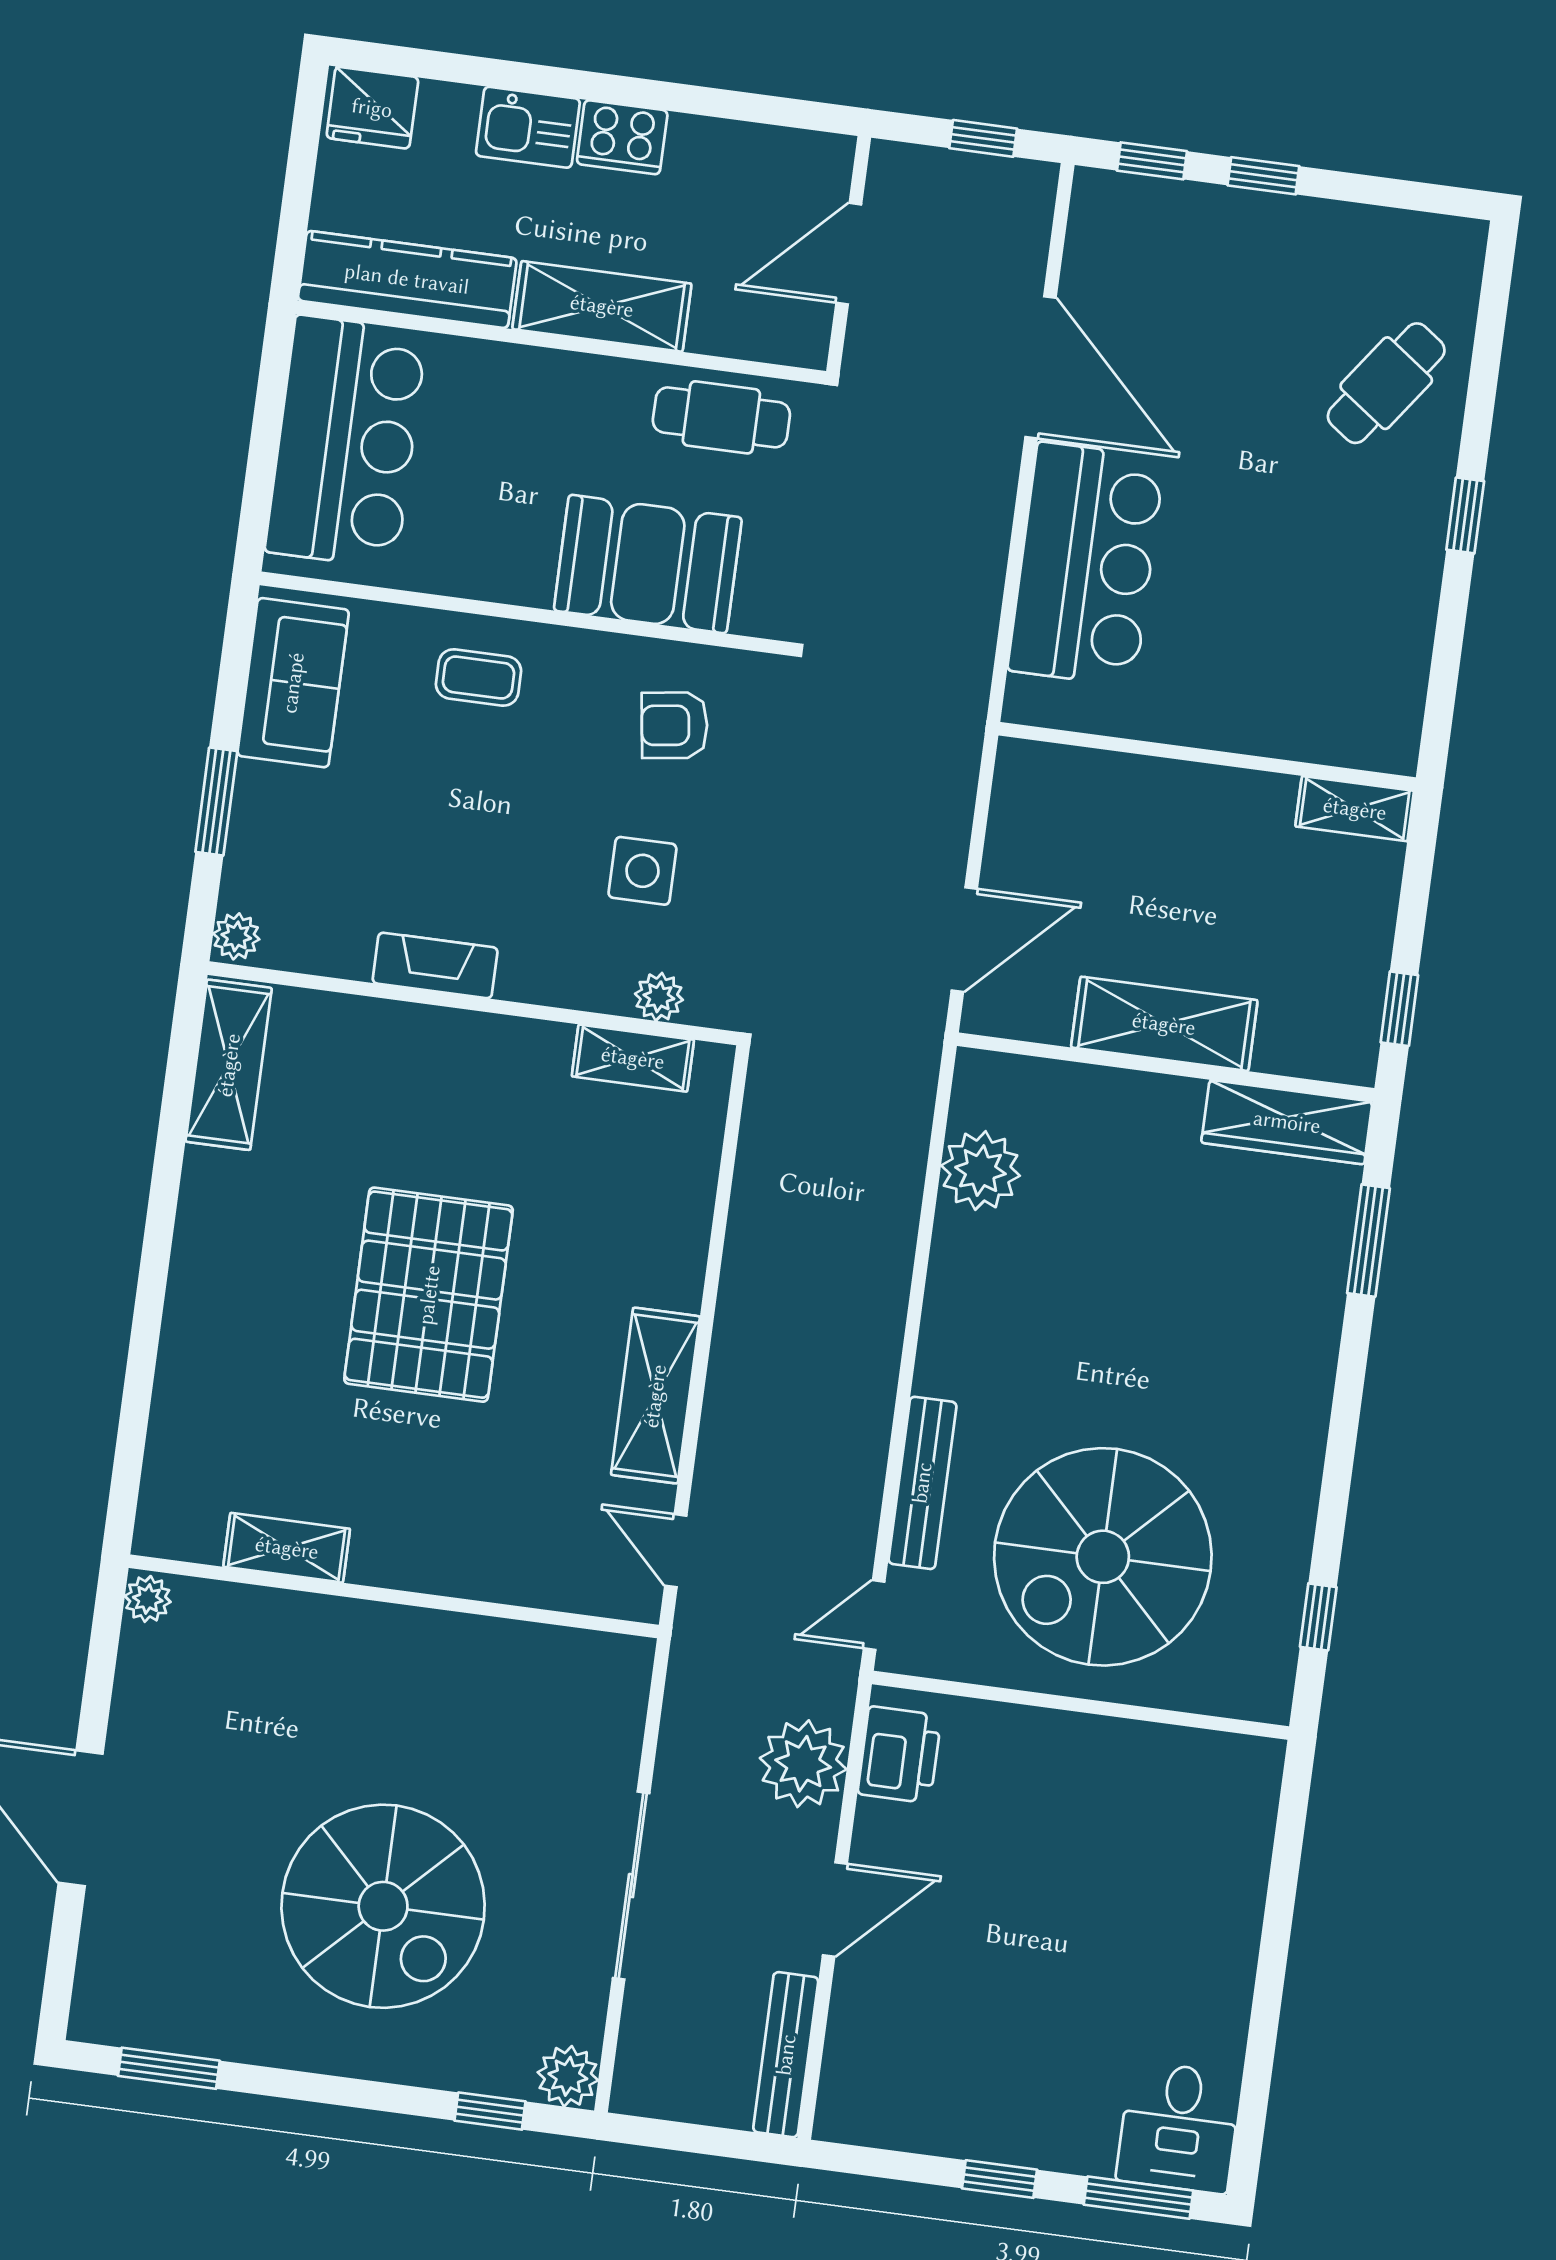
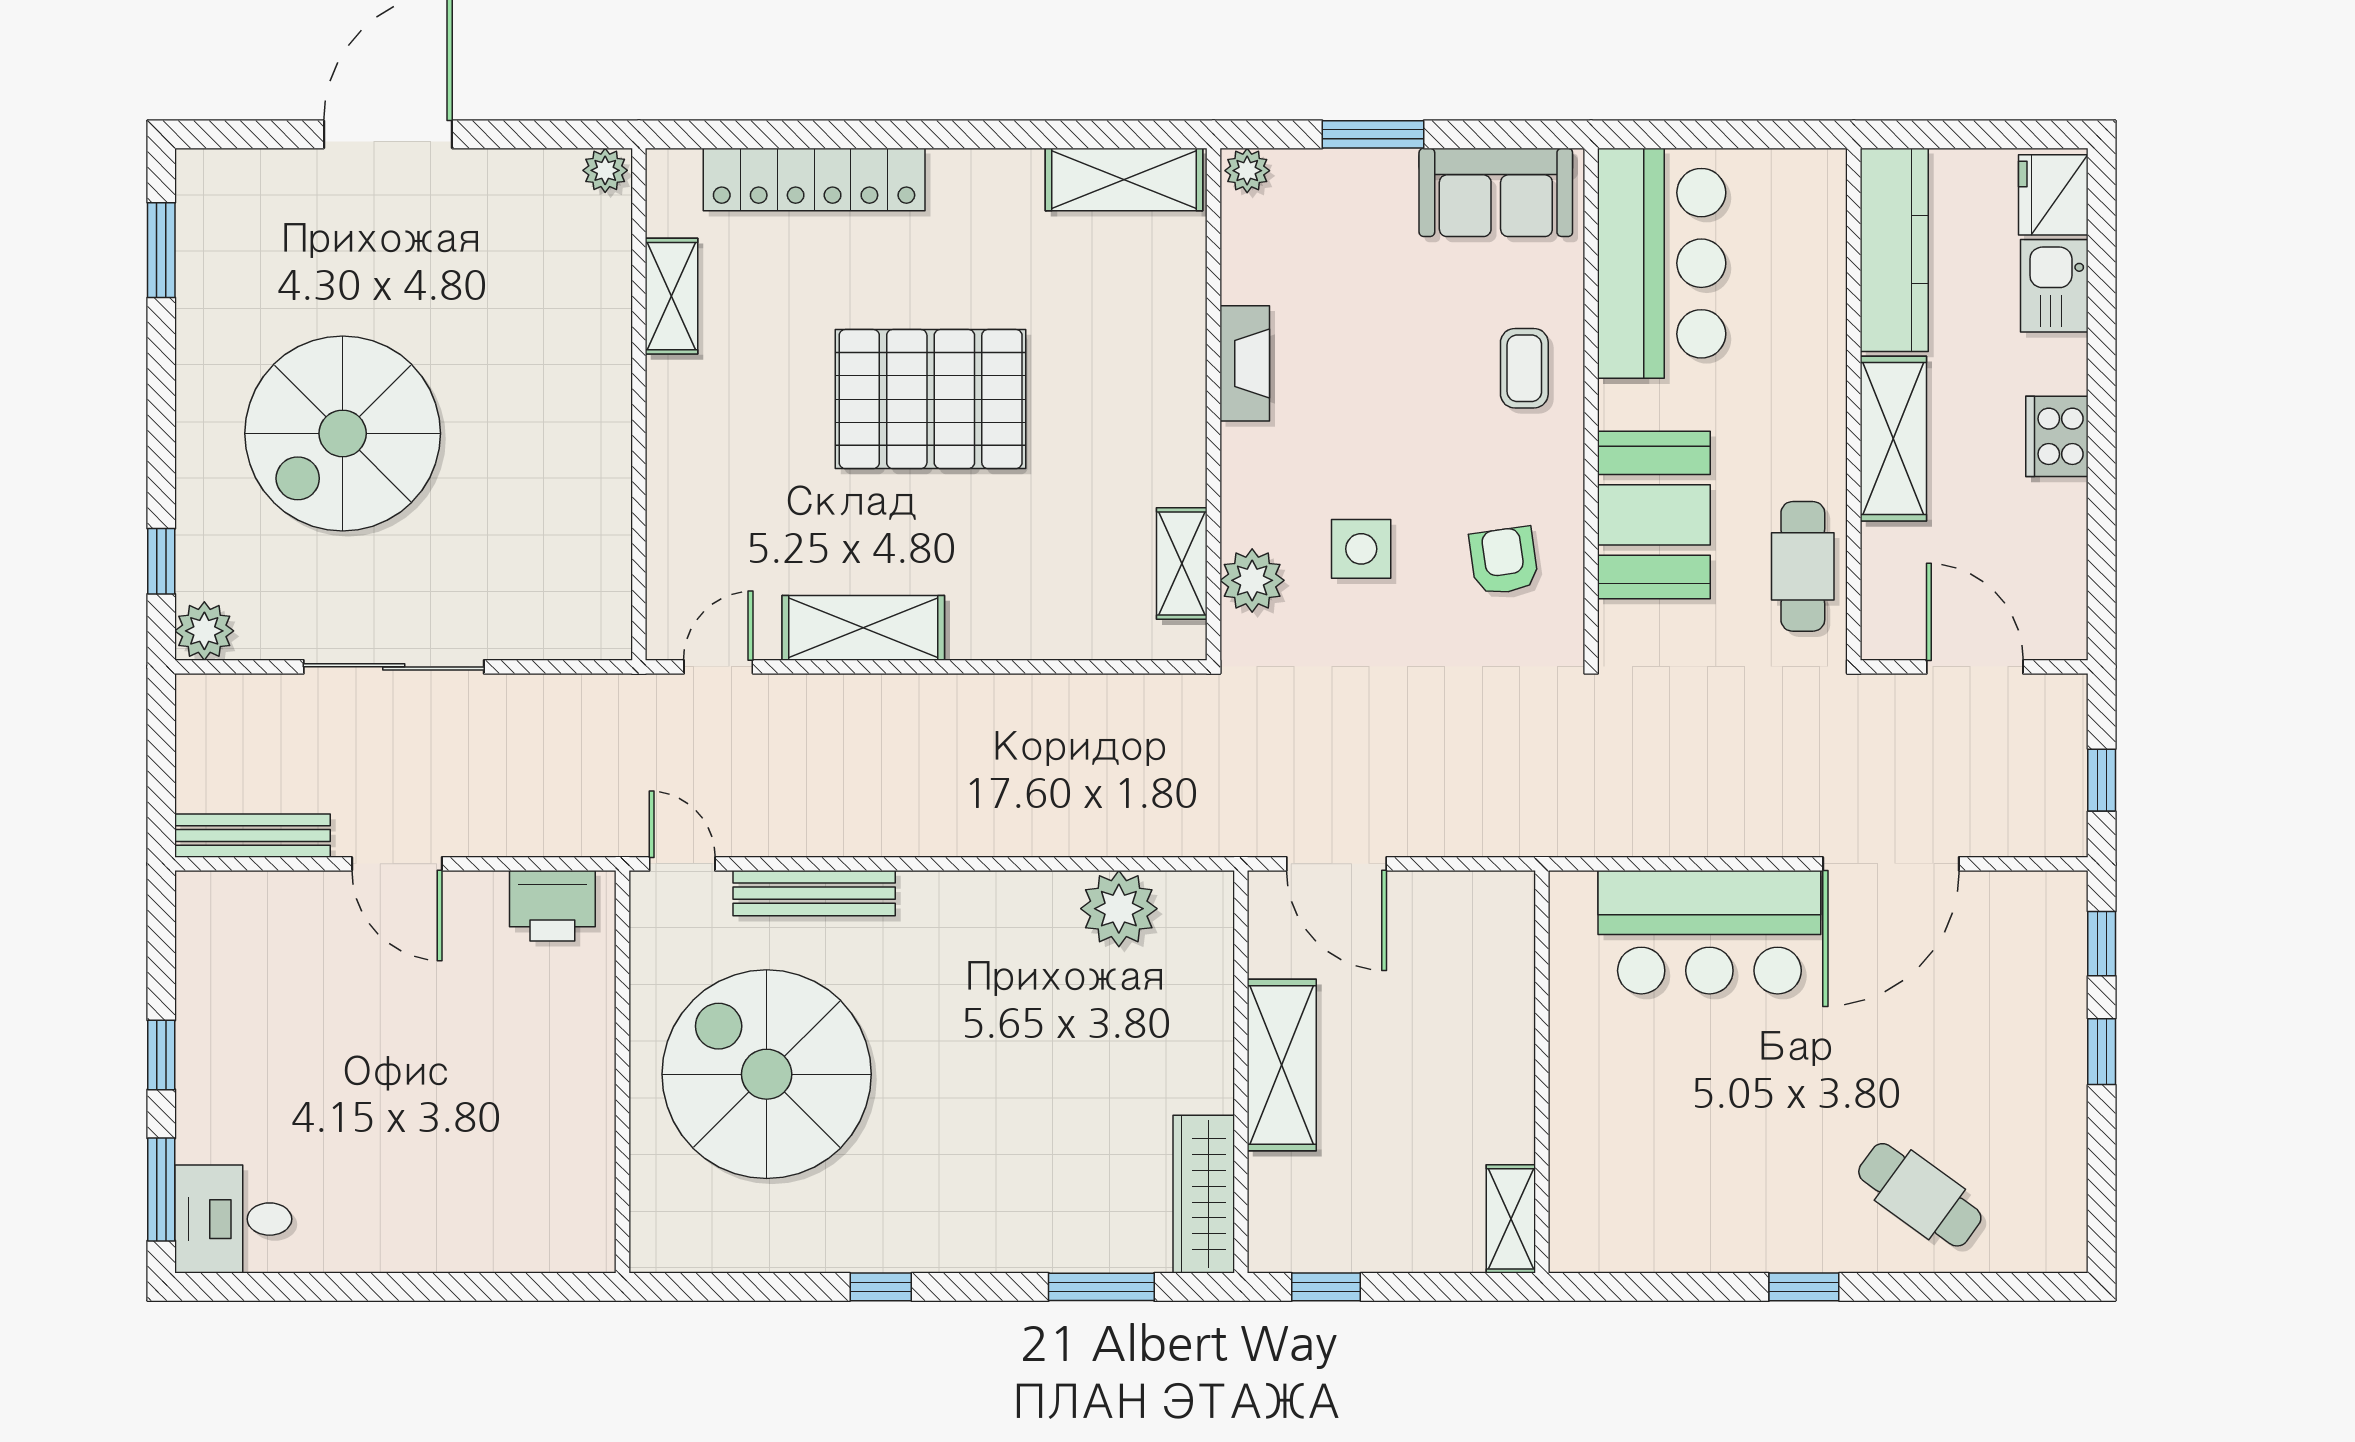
kitchen sink: (528, 127) -> (2054, 286), moved
bar counter: (346, 442) -> (1662, 263), moved, turned -90
plant: (659, 997) -> (1252, 580), width x1.38, depth x1.38
locker: (186, 1385) -> (814, 179), added
window: (1318, 1617) -> (881, 1287), moved
plant: (803, 1764) -> (532, 815), removed

